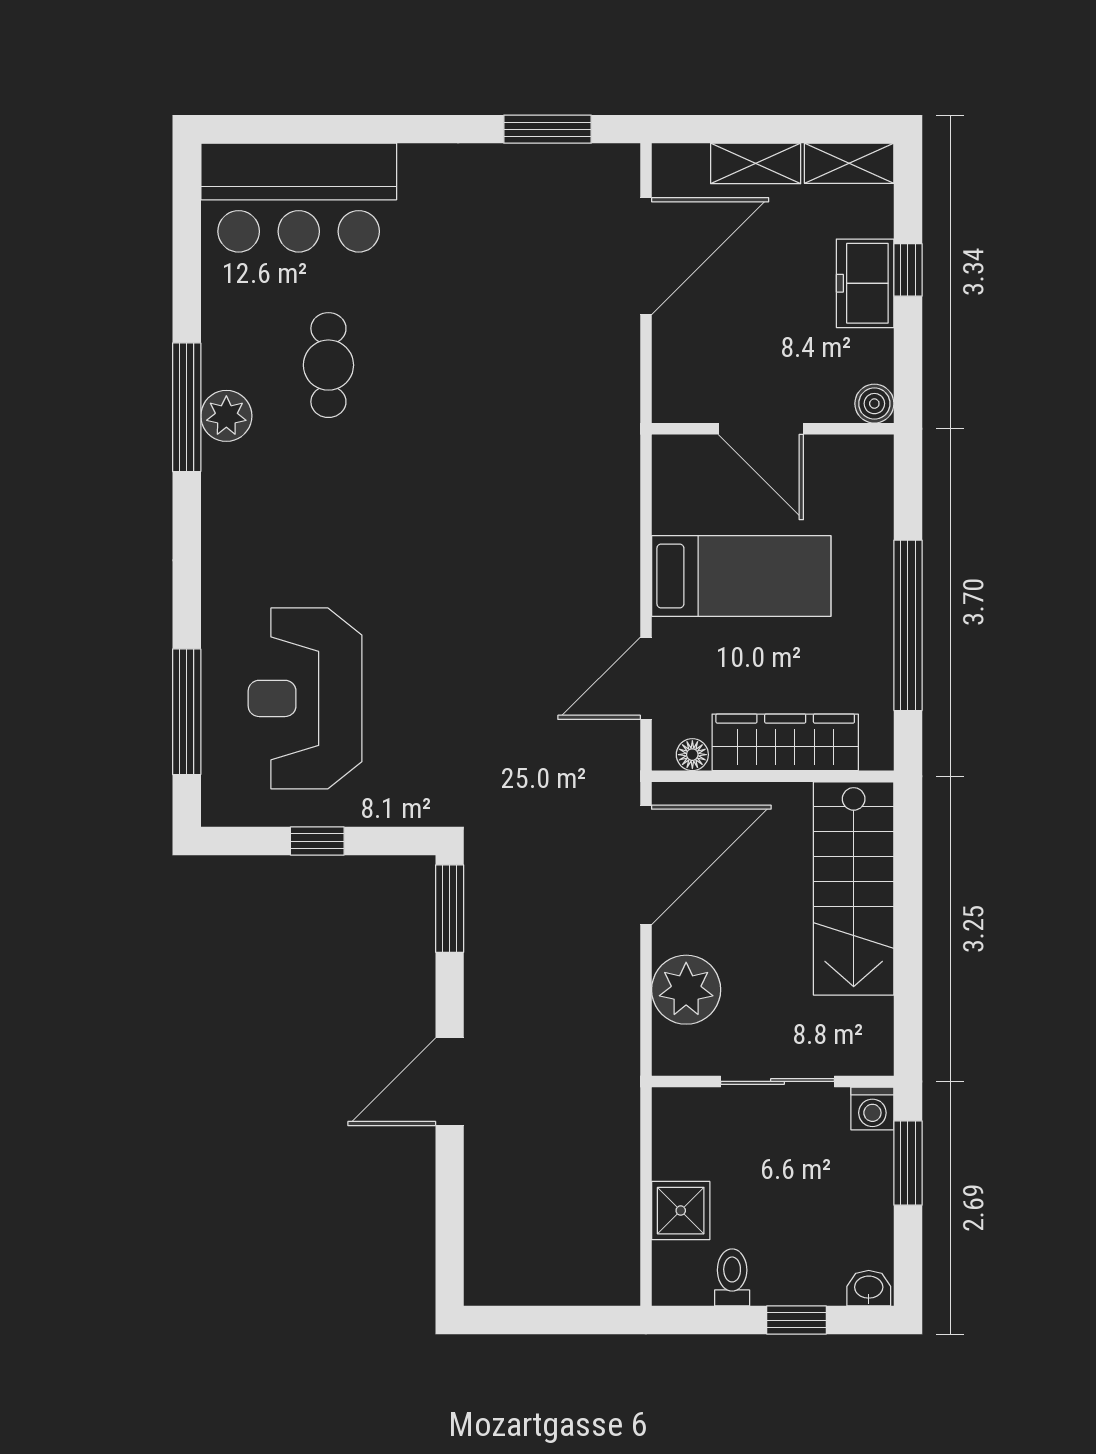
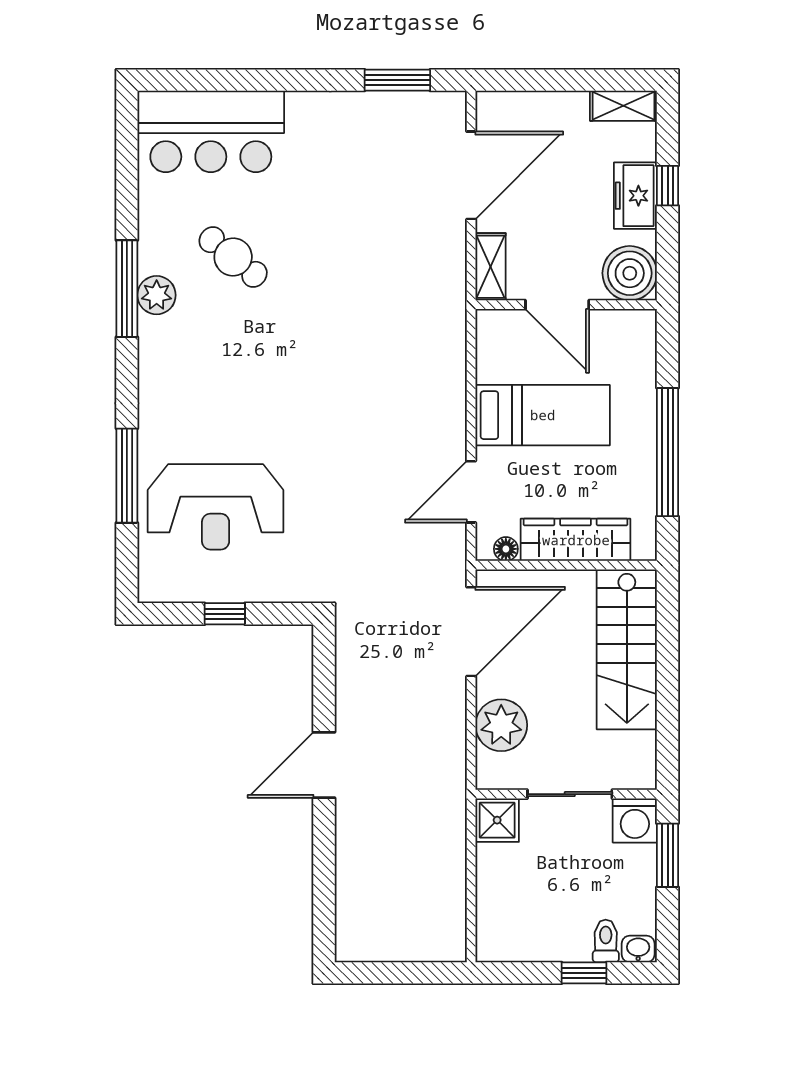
shelving: (756, 163) -> (491, 267), moved, turned 90
cafe table: (328, 365) -> (233, 257), turned -51
boiler: (874, 404) -> (630, 273), width x1.86, depth x1.86
reception desk: (305, 698) -> (216, 507), turned -90
window: (187, 712) -> (127, 476), moved
window: (450, 909) -> (324, 664), removed
door: (450, 1082) -> (324, 765), moved
washing machine: (872, 1109) -> (635, 820), width x1.38, depth x1.38
shower: (681, 1211) -> (497, 820), moved
toilet: (732, 1277) -> (606, 941), moved

